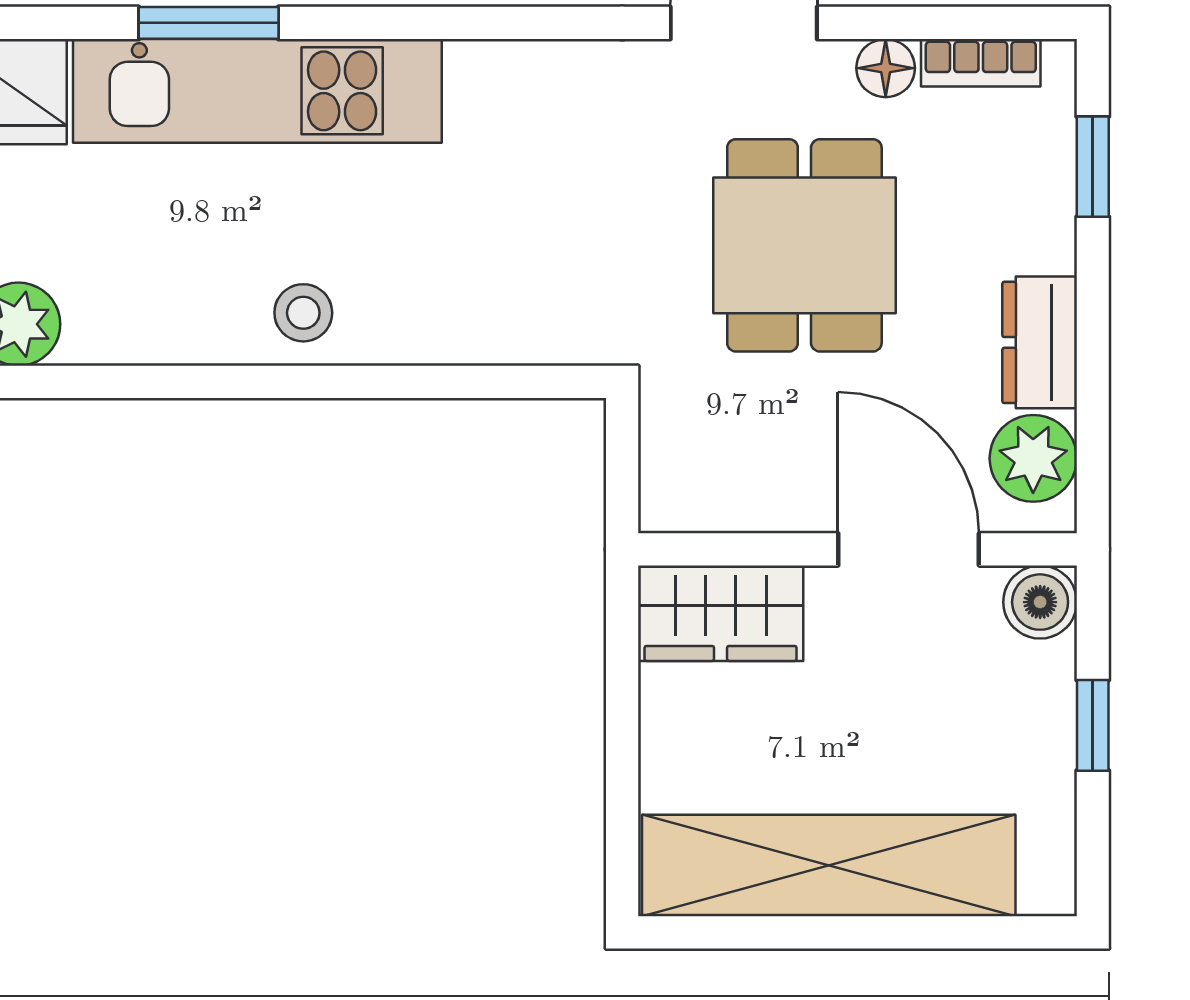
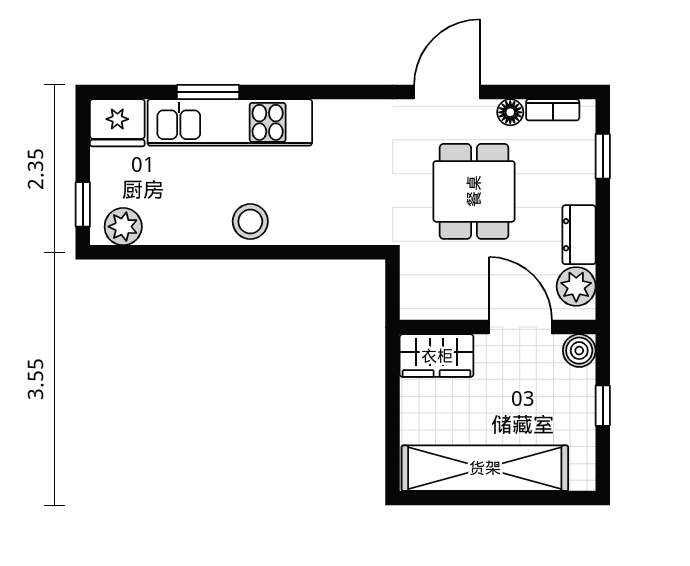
stool: (303, 313) -> (250, 221), width x1.37, depth x1.37

